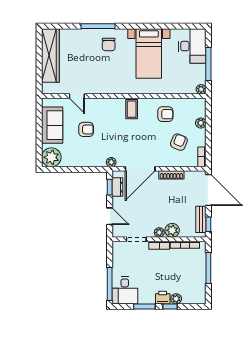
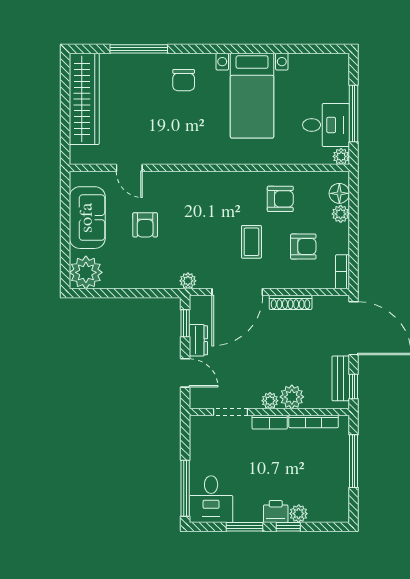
window: (98, 26) -> (139, 49), moved
desk: (192, 46) -> (326, 125), moved, width x0.73
coffee table: (132, 109) -> (251, 242), moved
floor lamp: (200, 111) -> (339, 193), added
armchair: (86, 129) -> (145, 225), turned 90
armchair: (179, 142) -> (303, 246), turned 68
dresser: (117, 187) -> (198, 340), moved

